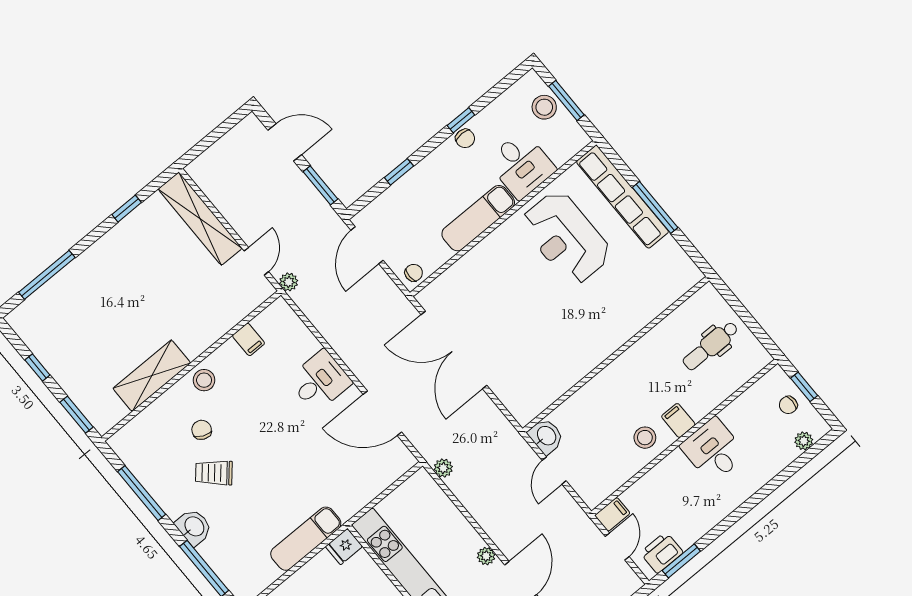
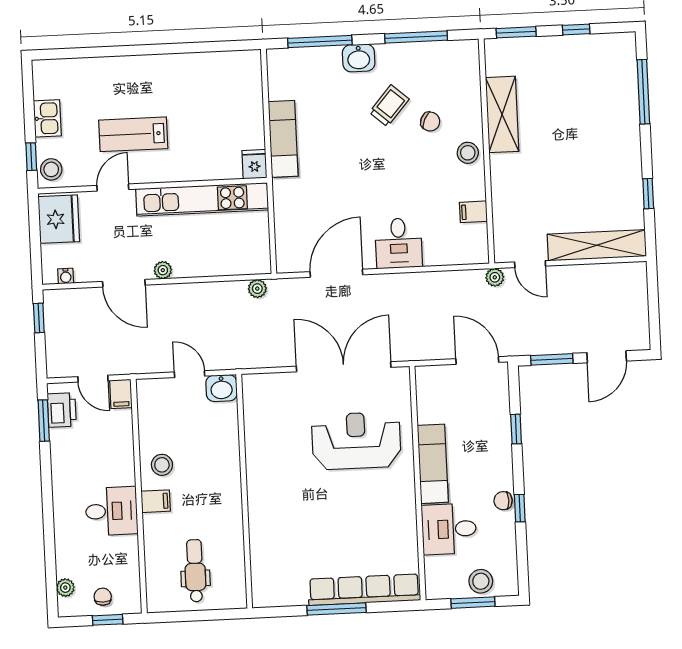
reception desk: (566, 238) -> (356, 441), moved
chair: (414, 273) -> (428, 381), removed

